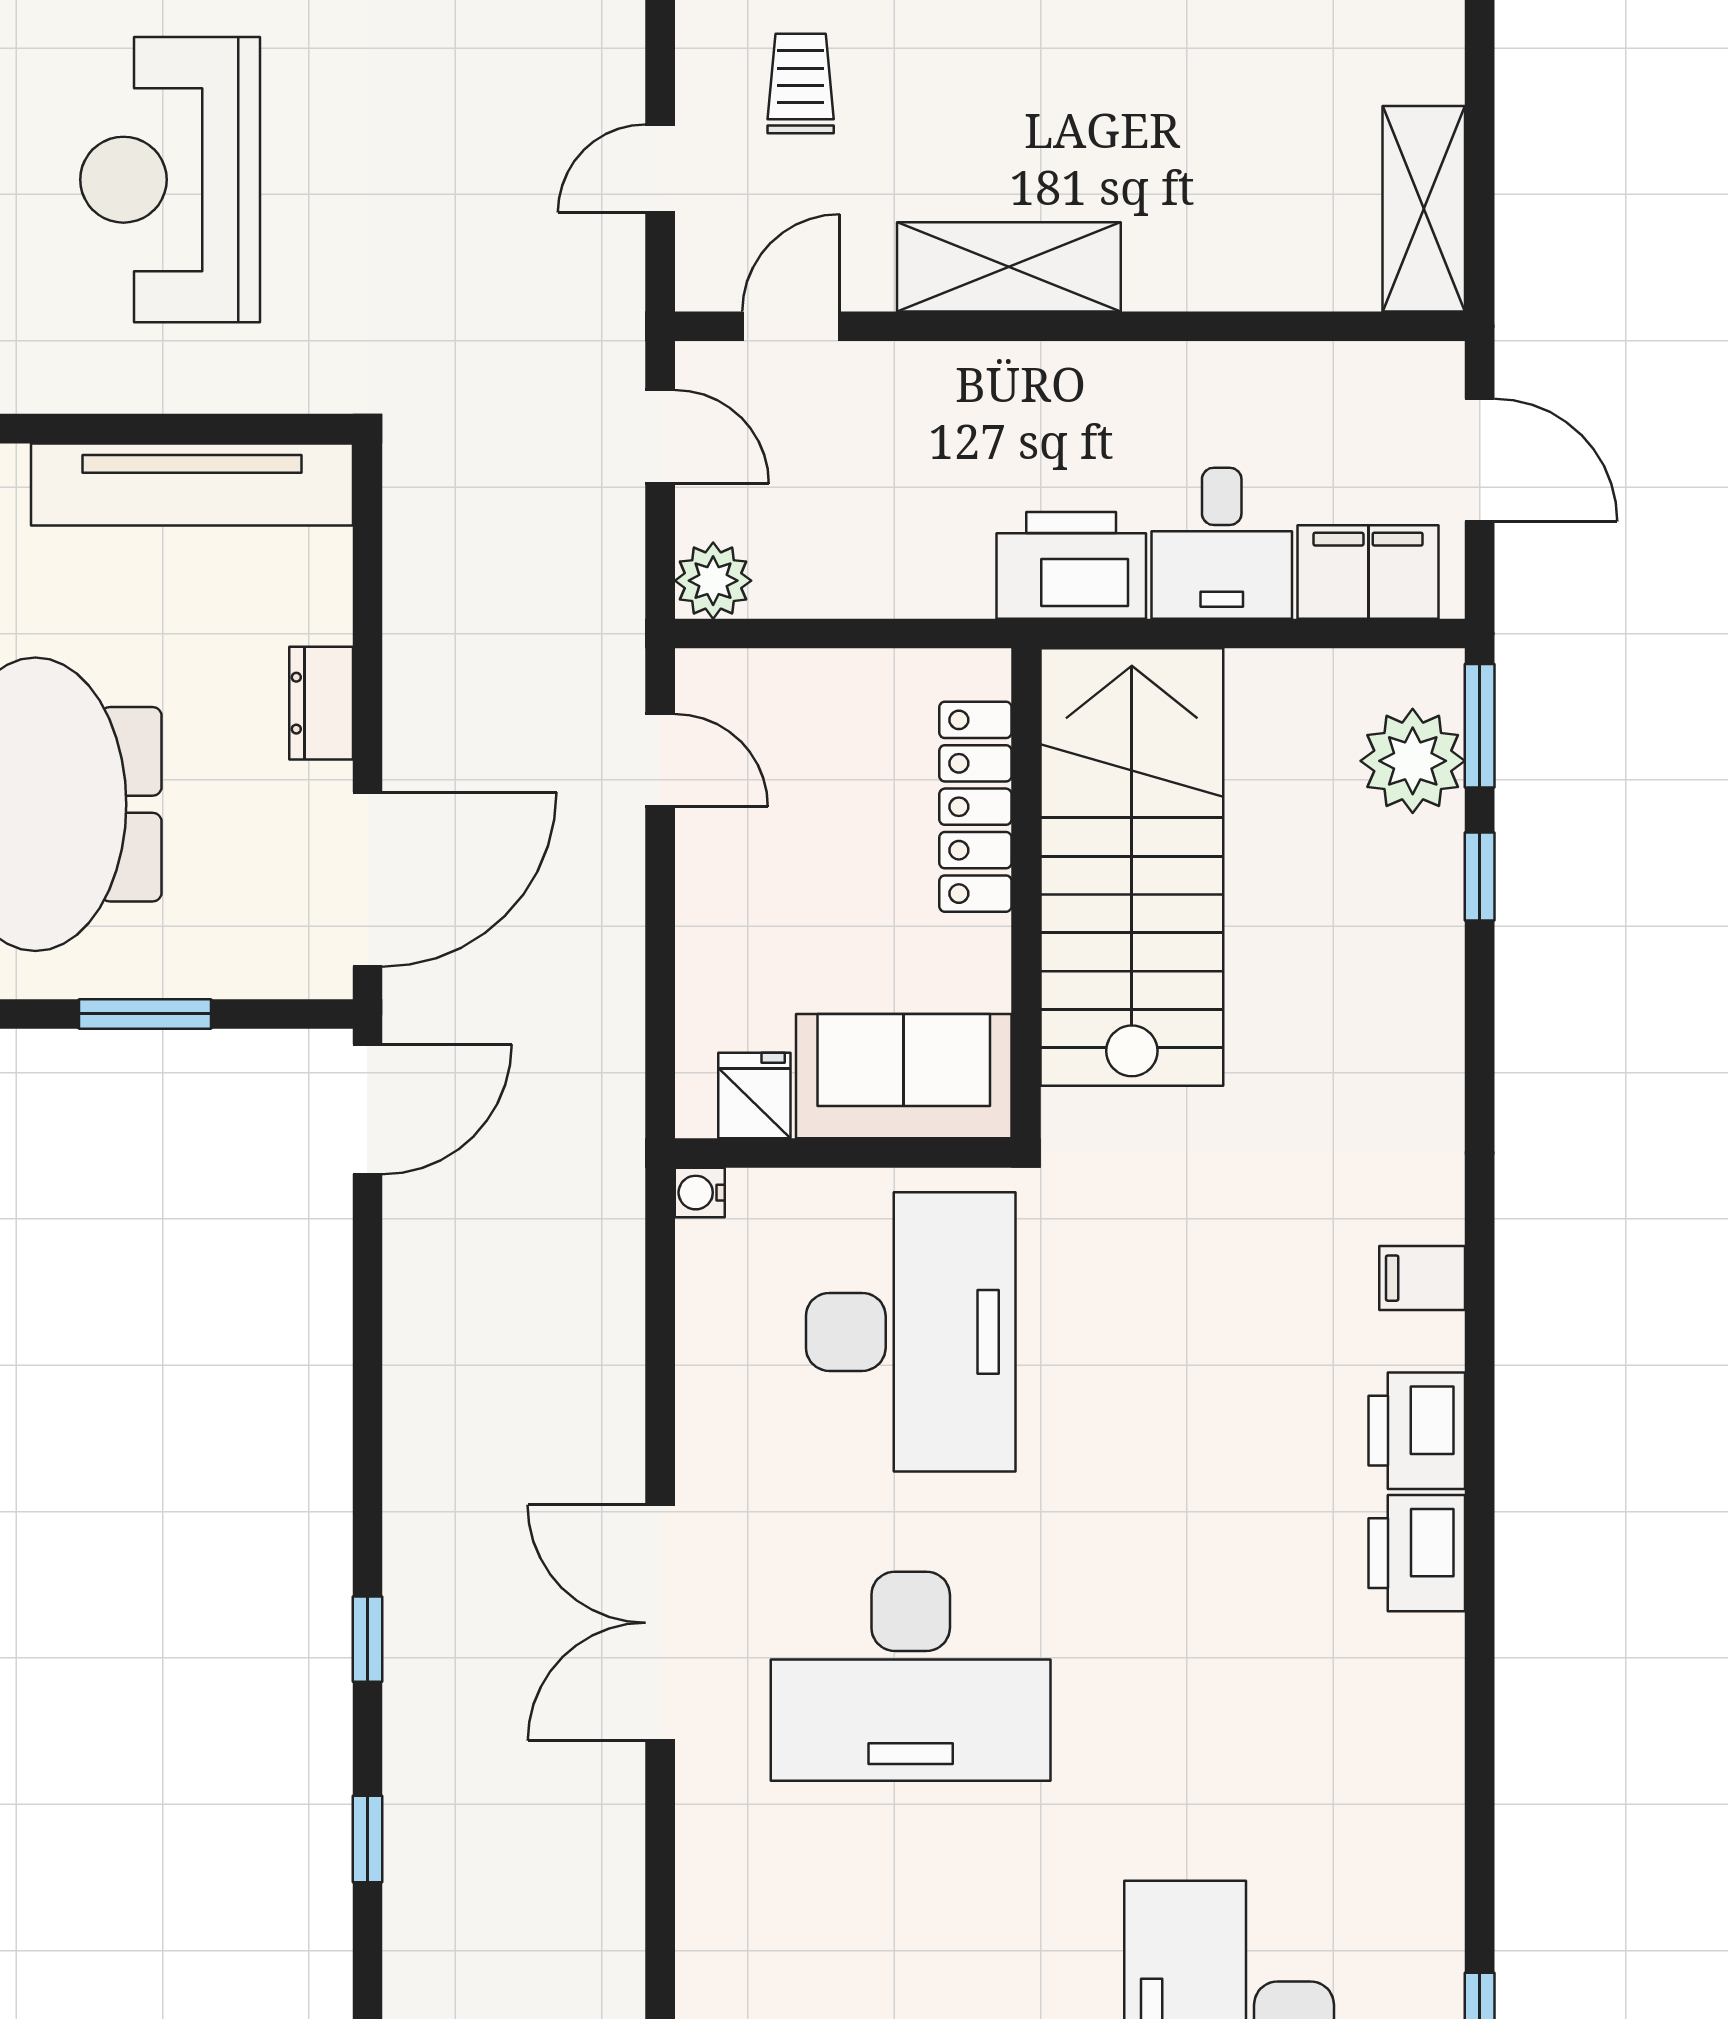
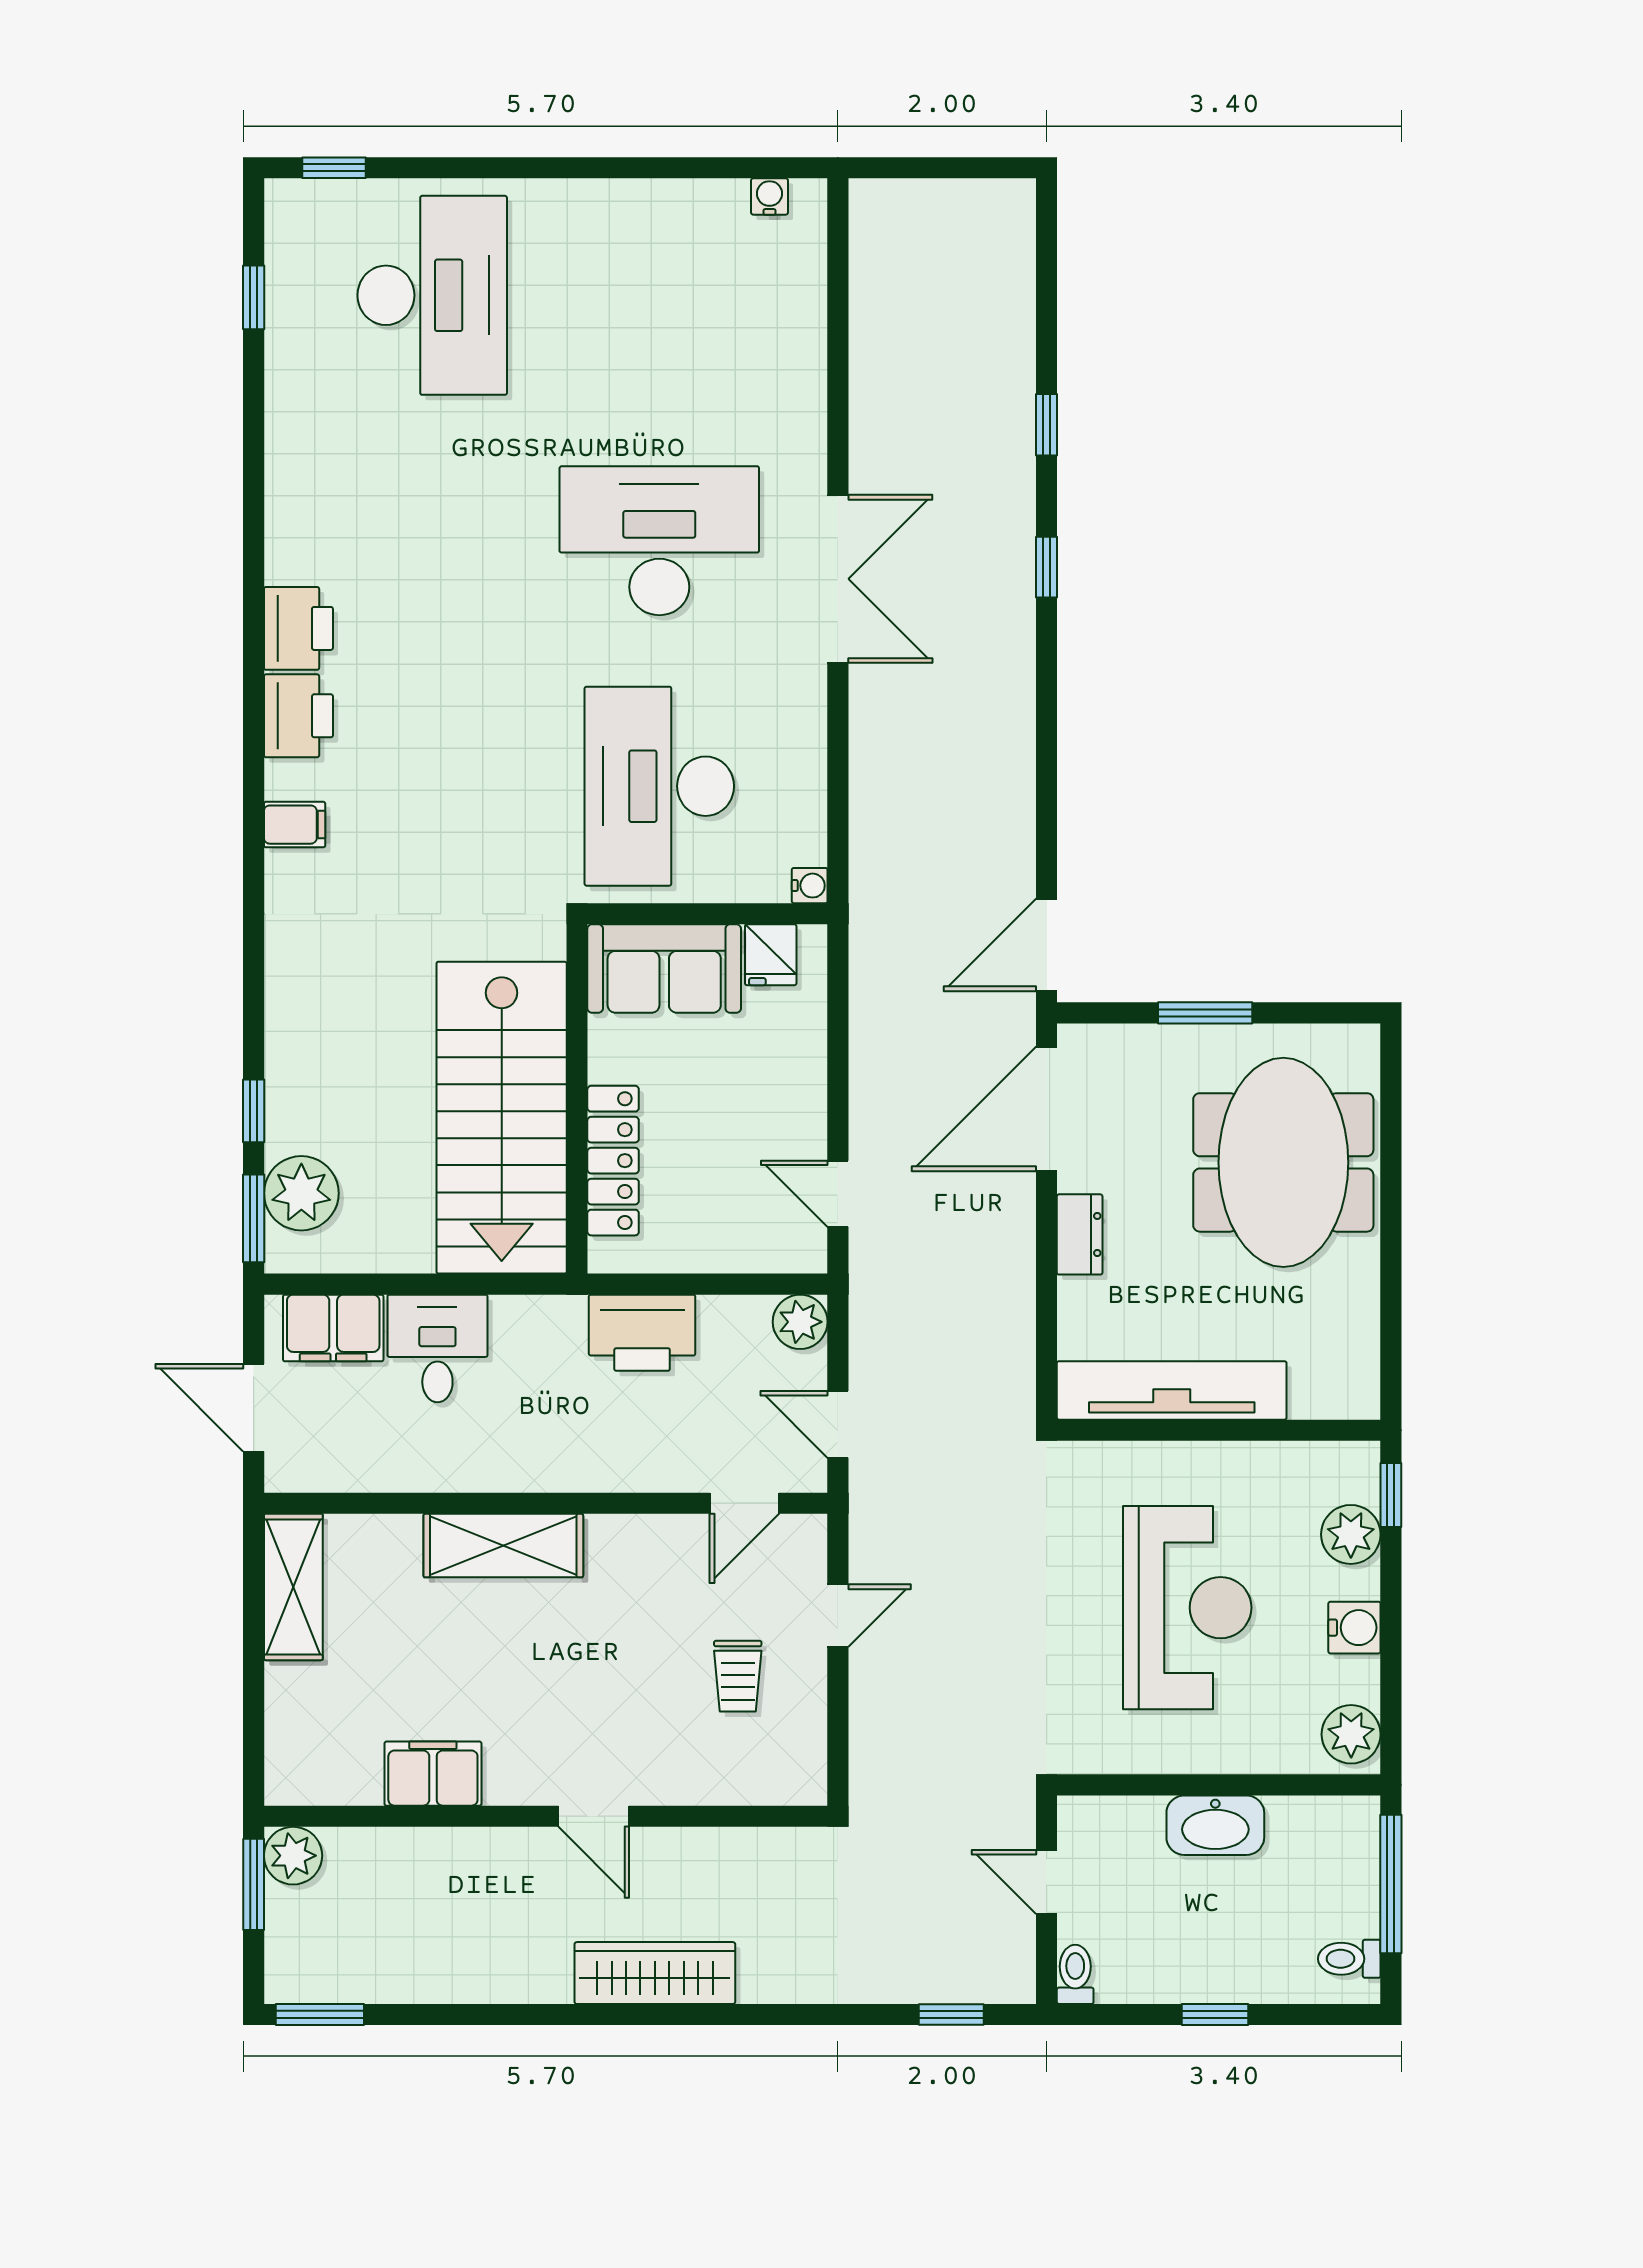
shelving: (1009, 267) -> (503, 1546), moved
printer: (1071, 565) -> (642, 1333), moved

